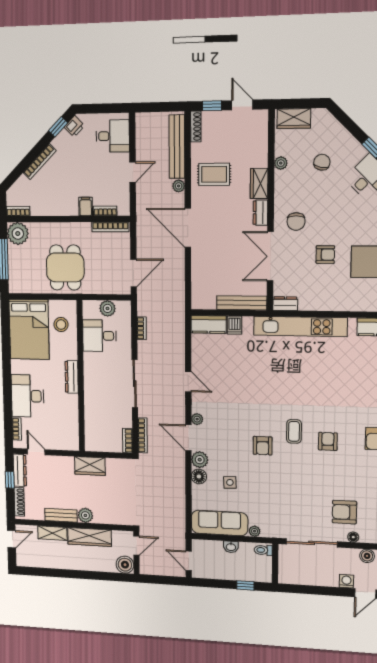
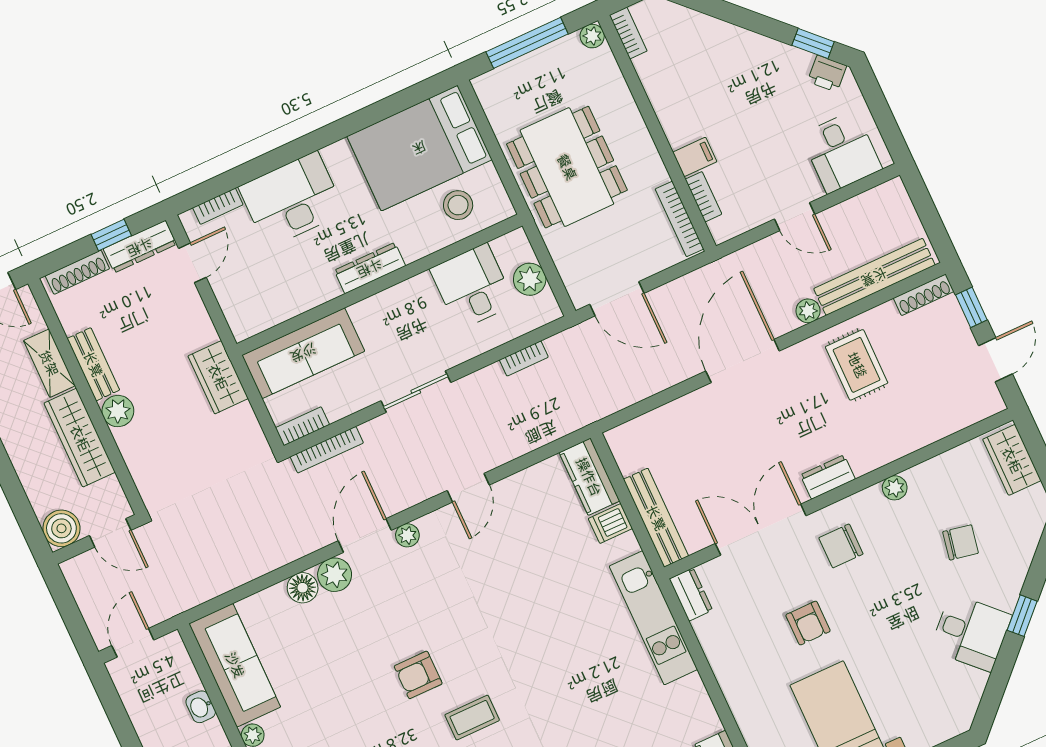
bookcase: (40, 162) -> (736, 36), removed
plant: (281, 163) -> (895, 488), moved
wardrobe: (259, 183) -> (876, 451), removed
plant: (18, 234) -> (592, 36), width x0.53, depth x0.53
dining table: (65, 267) -> (567, 167), width x1.38
kitchen unit: (300, 327) -> (653, 618), width x0.73
sliding door: (135, 384) -> (416, 392), width x0.73
sofa: (96, 424) -> (303, 353), added
side table: (230, 482) -> (321, 649), removed

